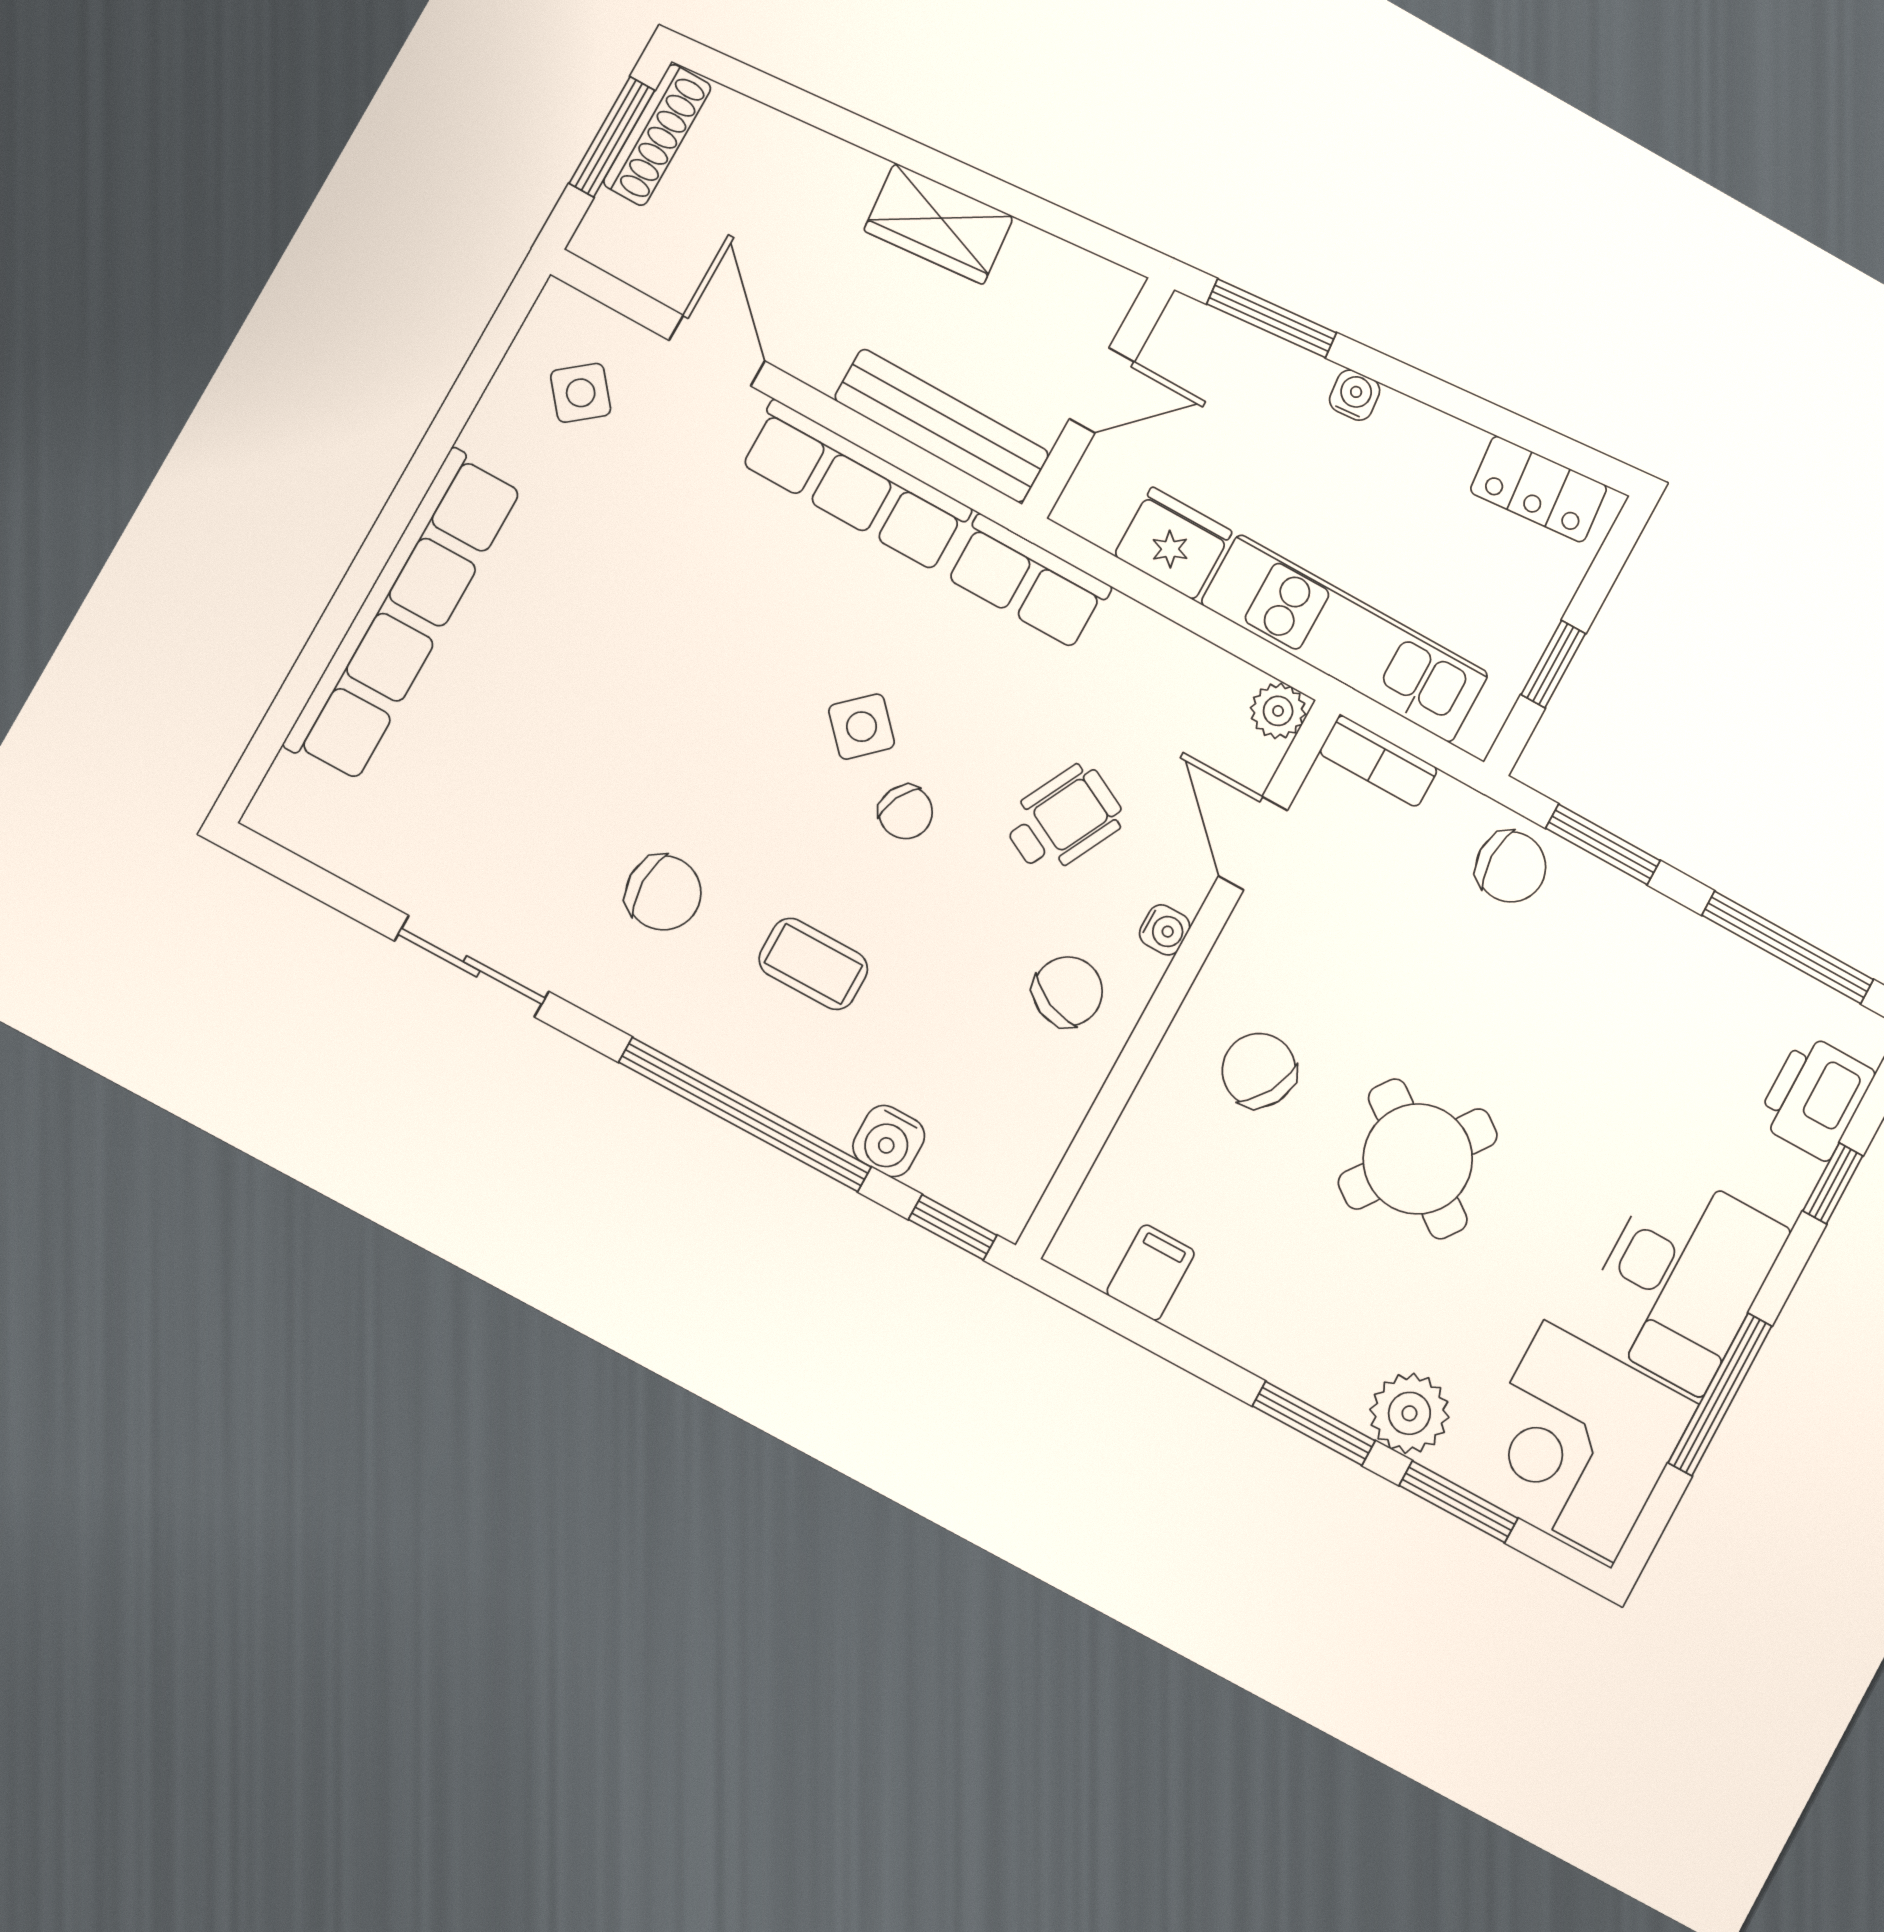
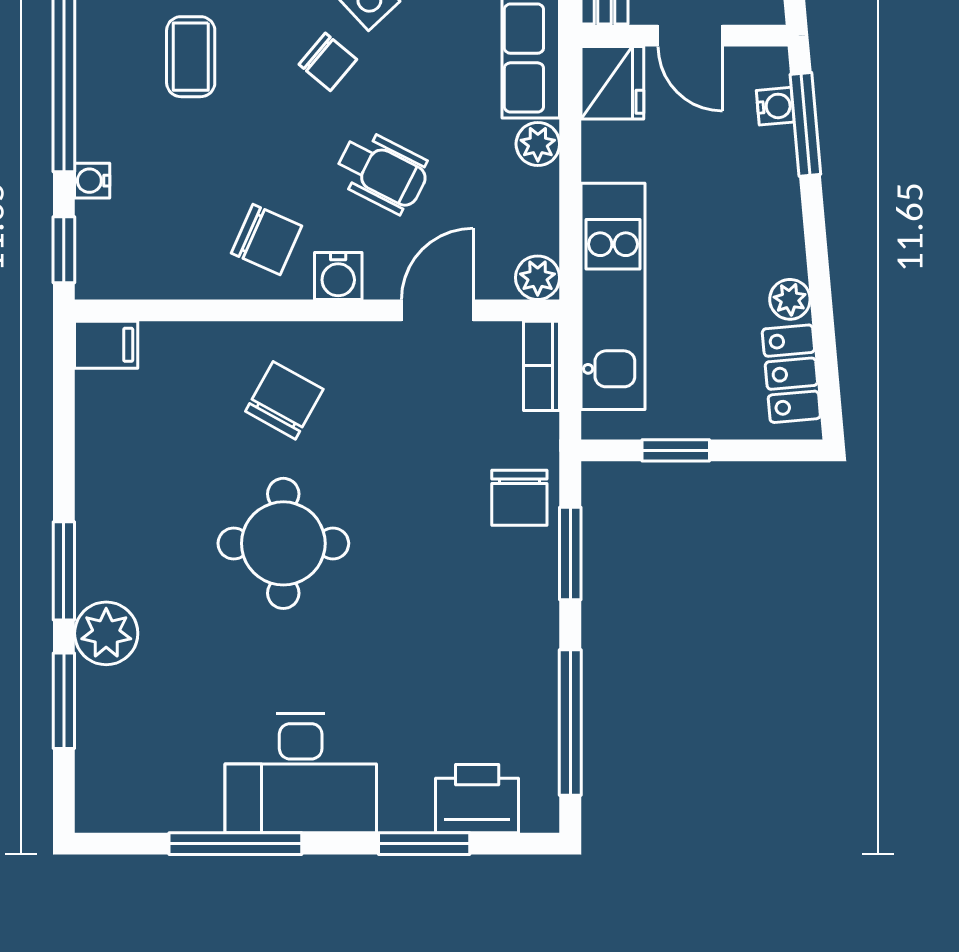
water cooler: (1355, 395) -> (775, 106), moved
plant: (1456, 445) -> (790, 299), added
fridge: (1173, 543) -> (612, 83), moved
plant: (1129, 628) -> (538, 144), added
chair: (906, 812) -> (328, 62), turned -76
water cooler: (1165, 930) -> (338, 276), width x1.38, depth x1.38
water cooler: (889, 1141) -> (92, 181), width x0.72, depth x0.72
round table: (1418, 1159) -> (283, 543), turned -36
window: (1833, 1183) -> (424, 844), width x1.50
filing cabinet: (1151, 1273) -> (106, 345), moved
corner desk: (1579, 1441) -> (150, 762), removed

